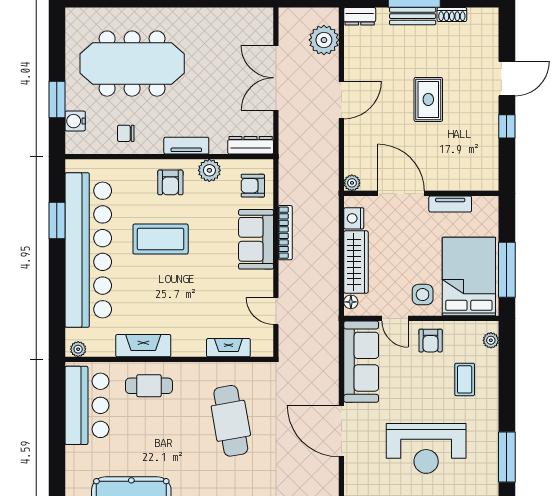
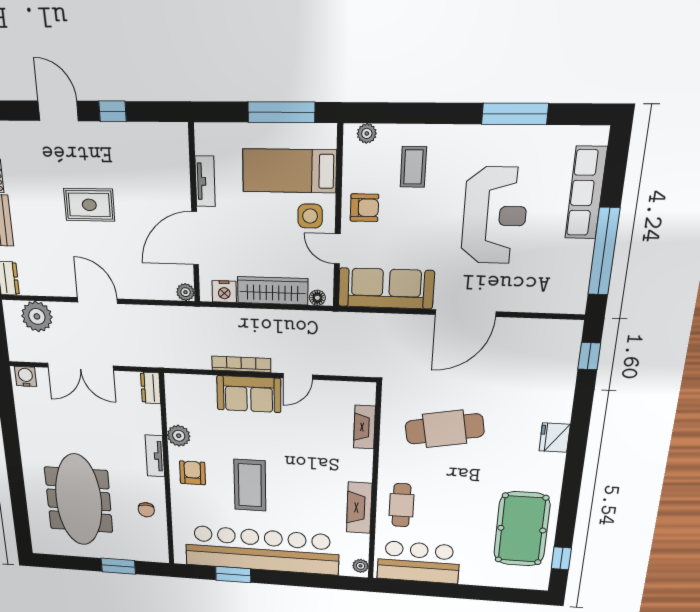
water cooler: (75, 121) -> (26, 376), moved, turned 180
dresser: (251, 145) -> (151, 388), width x0.70
armchair: (170, 182) -> (192, 473), turned -90
armchair: (253, 186) -> (193, 395), removed
bed: (469, 277) -> (289, 171), width x0.67
door: (276, 311) -> (298, 376), moved
door: (395, 318) -> (337, 249), swing flipped
coffee table: (465, 379) -> (413, 167), turned 90

